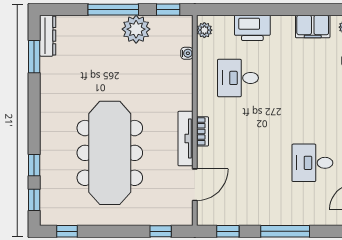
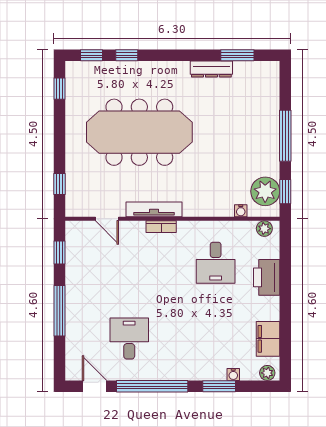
plant: (136, 29) -> (265, 191), moved
dresser: (48, 36) -> (211, 69), moved
desk: (238, 78) -> (216, 263), turned 180
door: (195, 185) -> (107, 219), width x0.73

